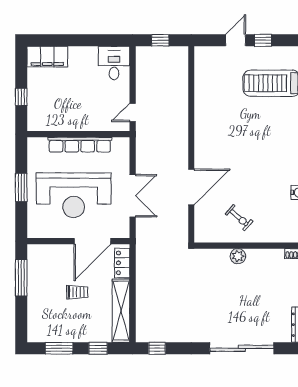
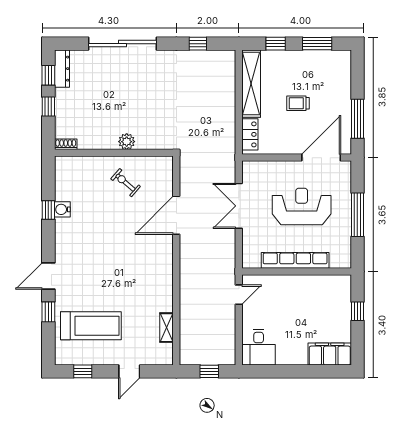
window: (263, 40) -> (83, 371), moved
shelving: (200, 81) -> (167, 328), added
window: (21, 187) -> (357, 215), width x1.44
reception desk: (74, 195) -> (302, 206), width x0.74, depth x0.77
door: (92, 241) -> (321, 158), moved
window: (157, 348) -> (198, 44), moved

